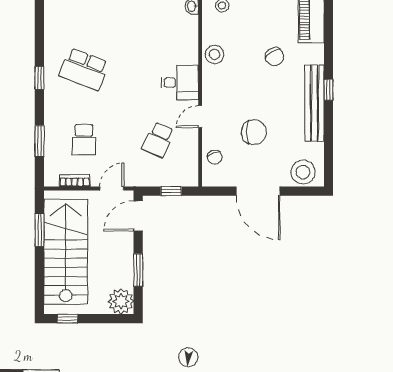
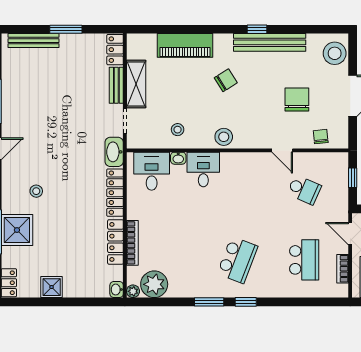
desk: (180, 83) -> (203, 169), moved
school desk: (84, 140) -> (304, 260), width x1.85
window: (39, 141) -> (209, 302), moved
chair: (215, 157) -> (321, 137), turned -76

